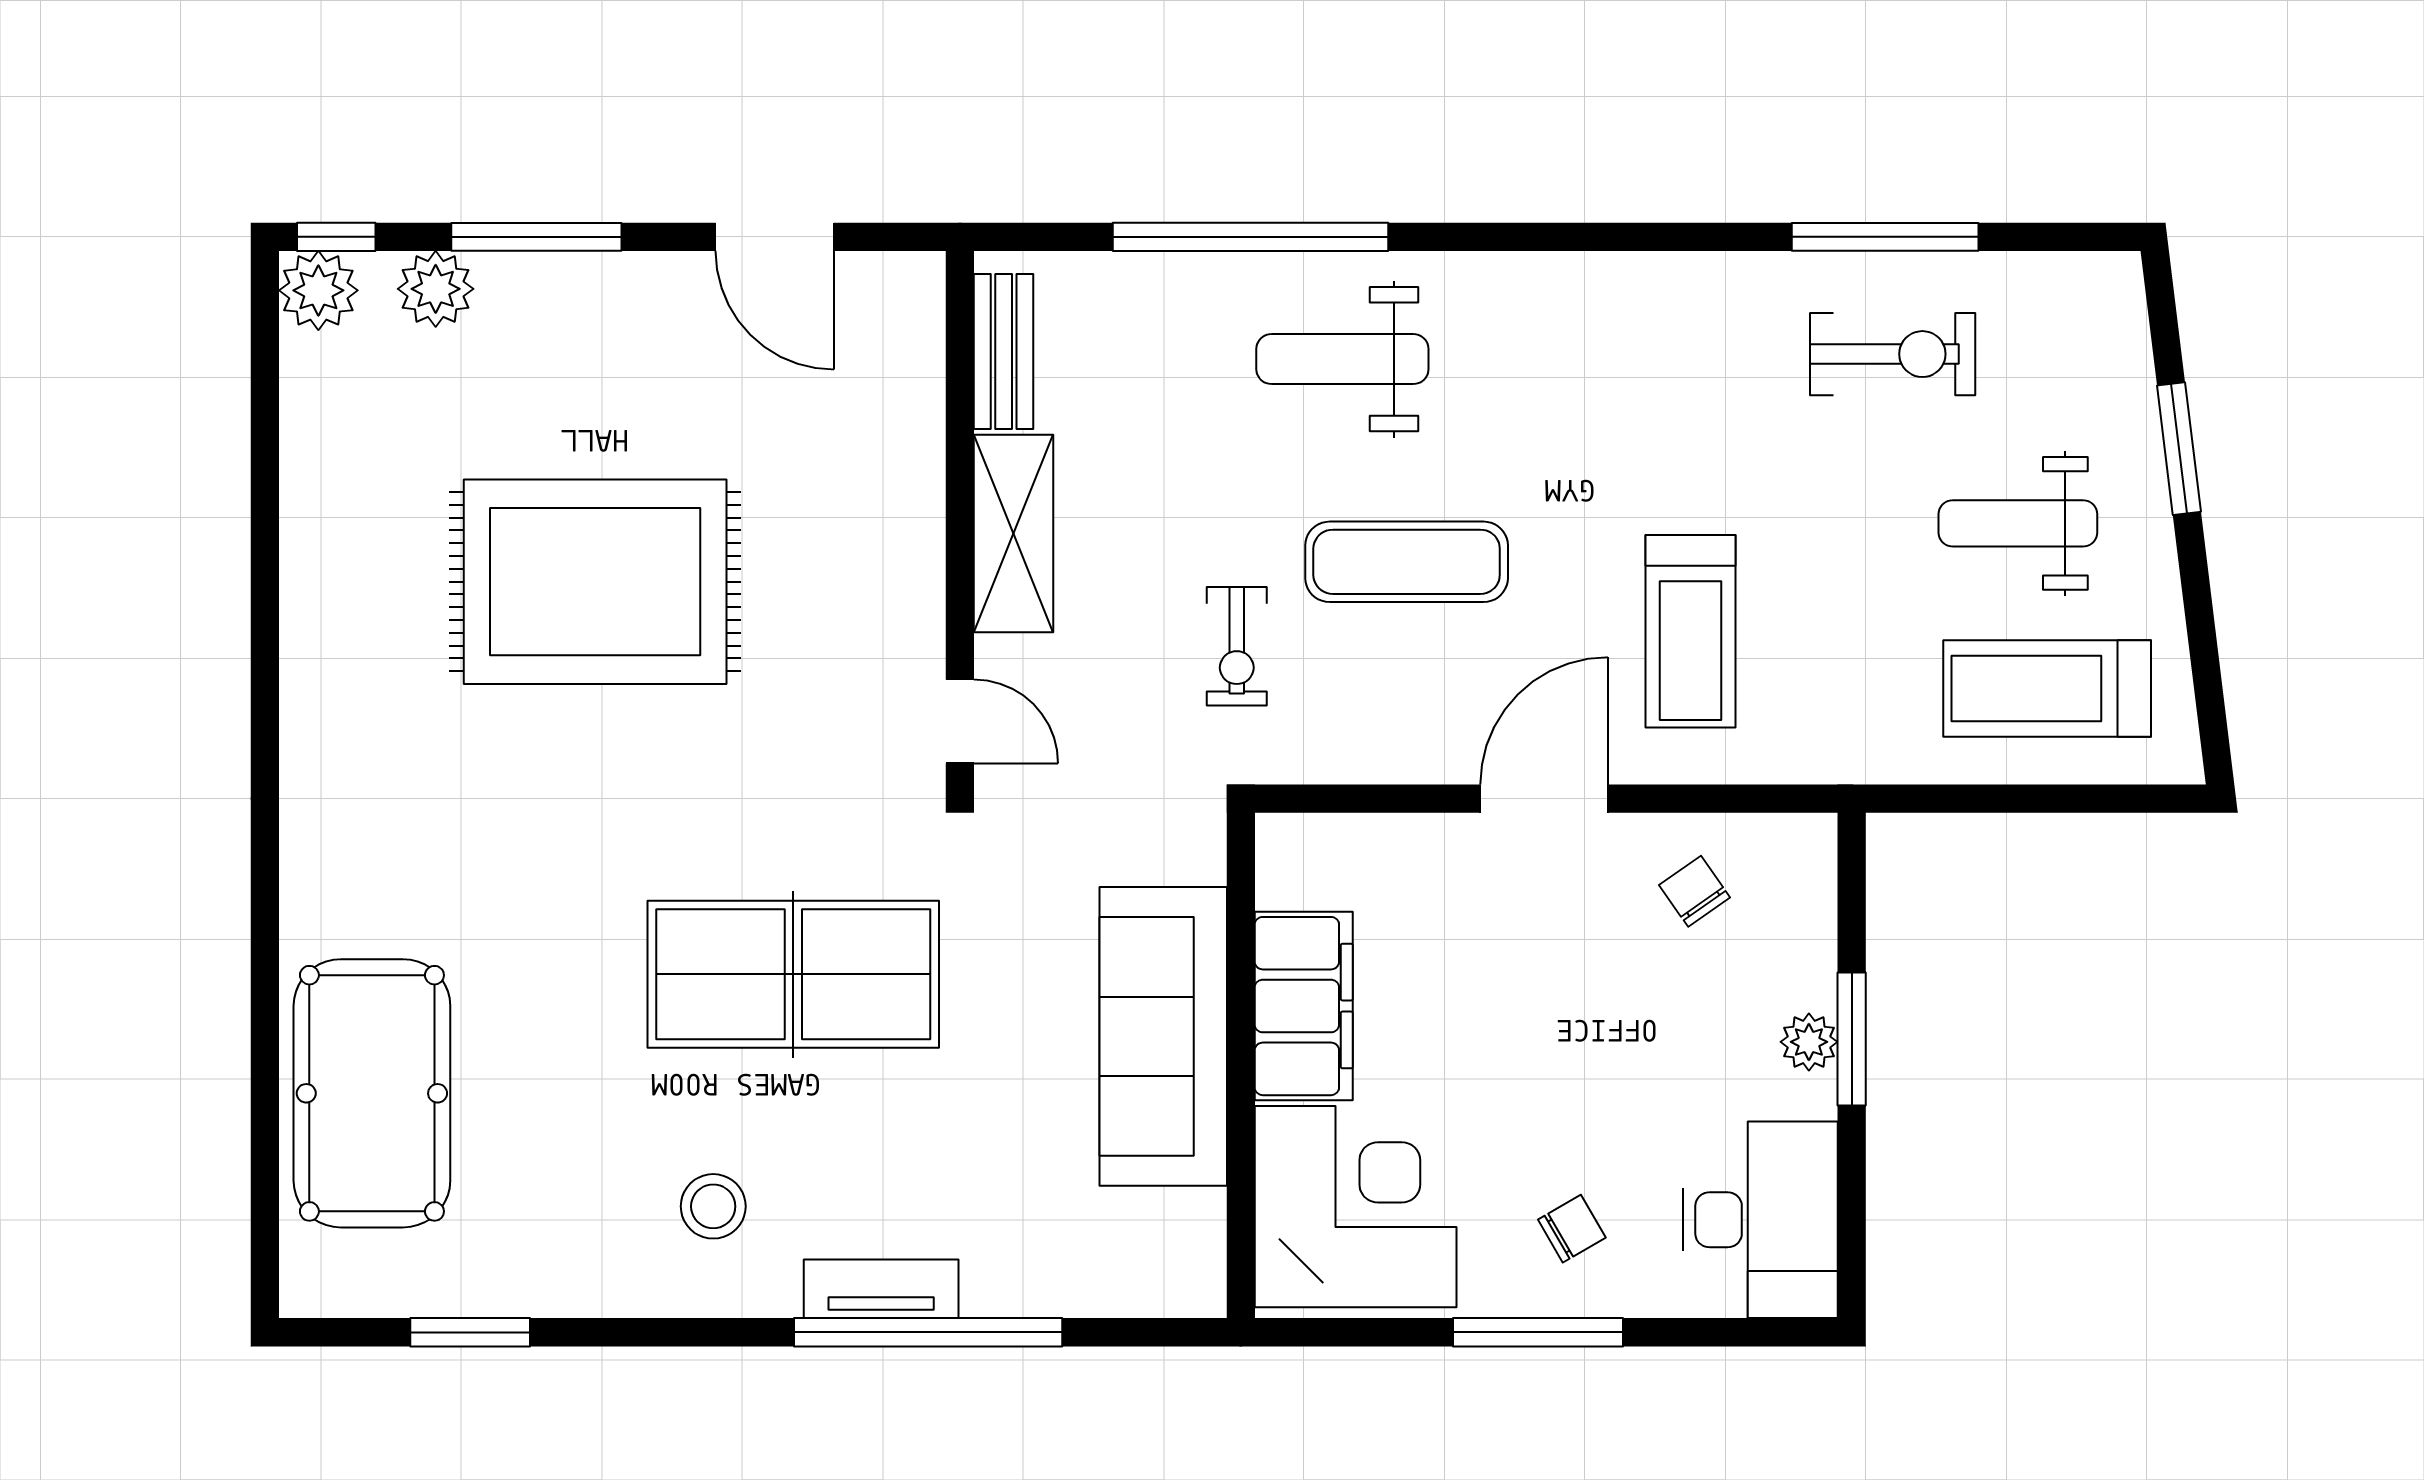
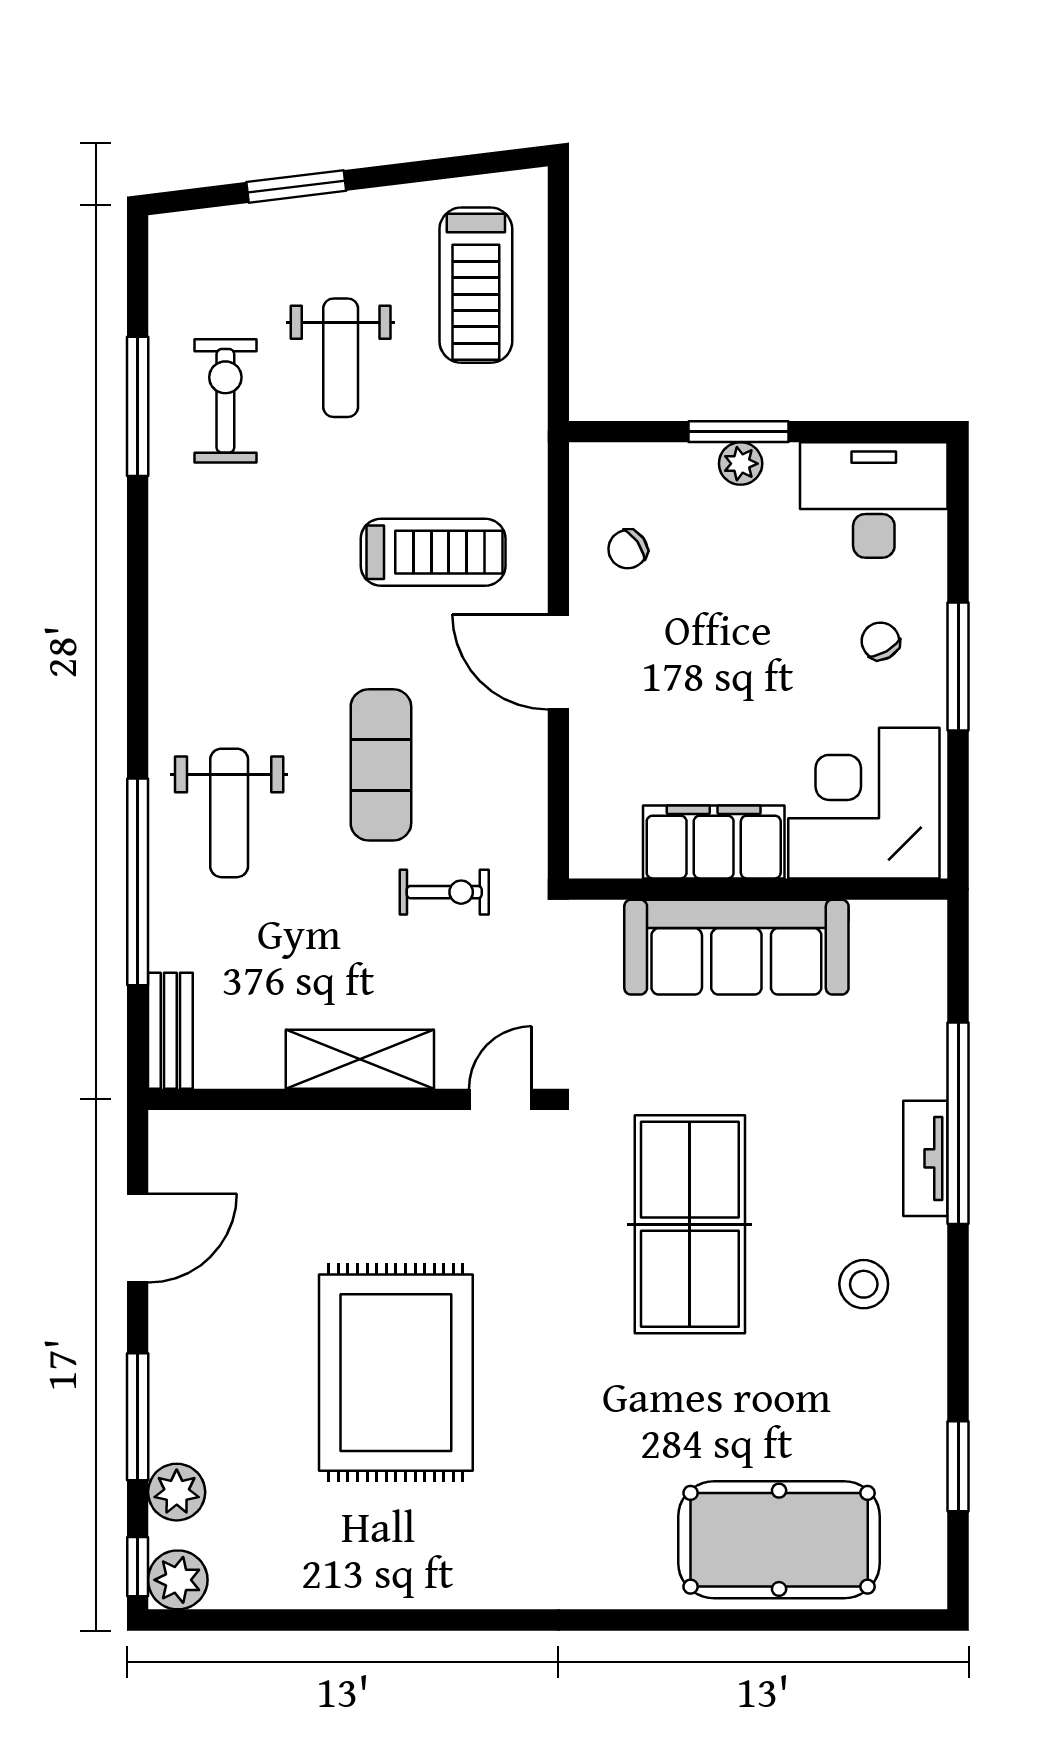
bench: (1004, 351) -> (170, 1031), moved, turned 90
weight bench: (2018, 523) -> (341, 358), moved

